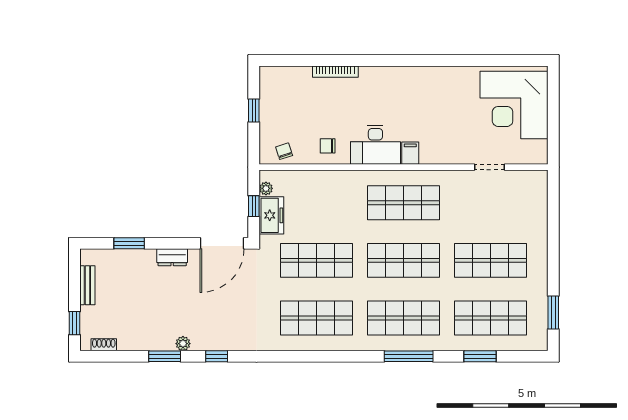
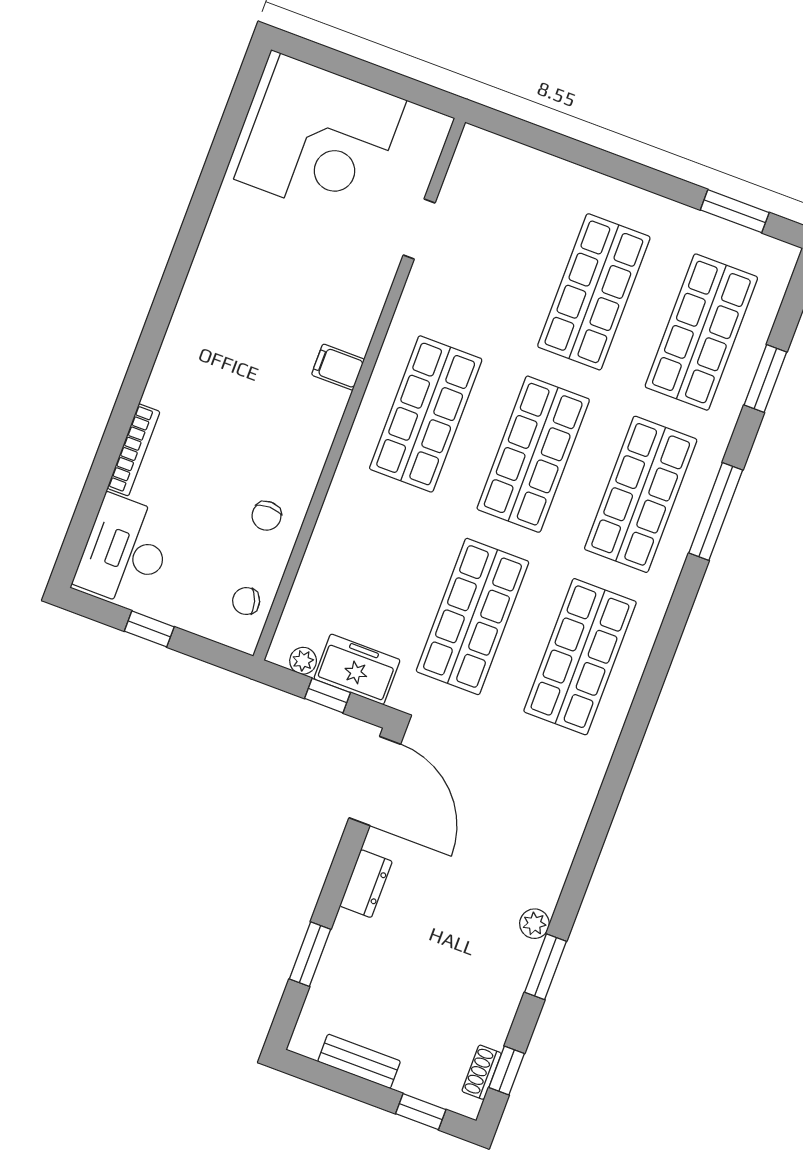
desk: (375, 145) -> (125, 551), moved, turned 180
window: (217, 356) -> (507, 1070), moved

